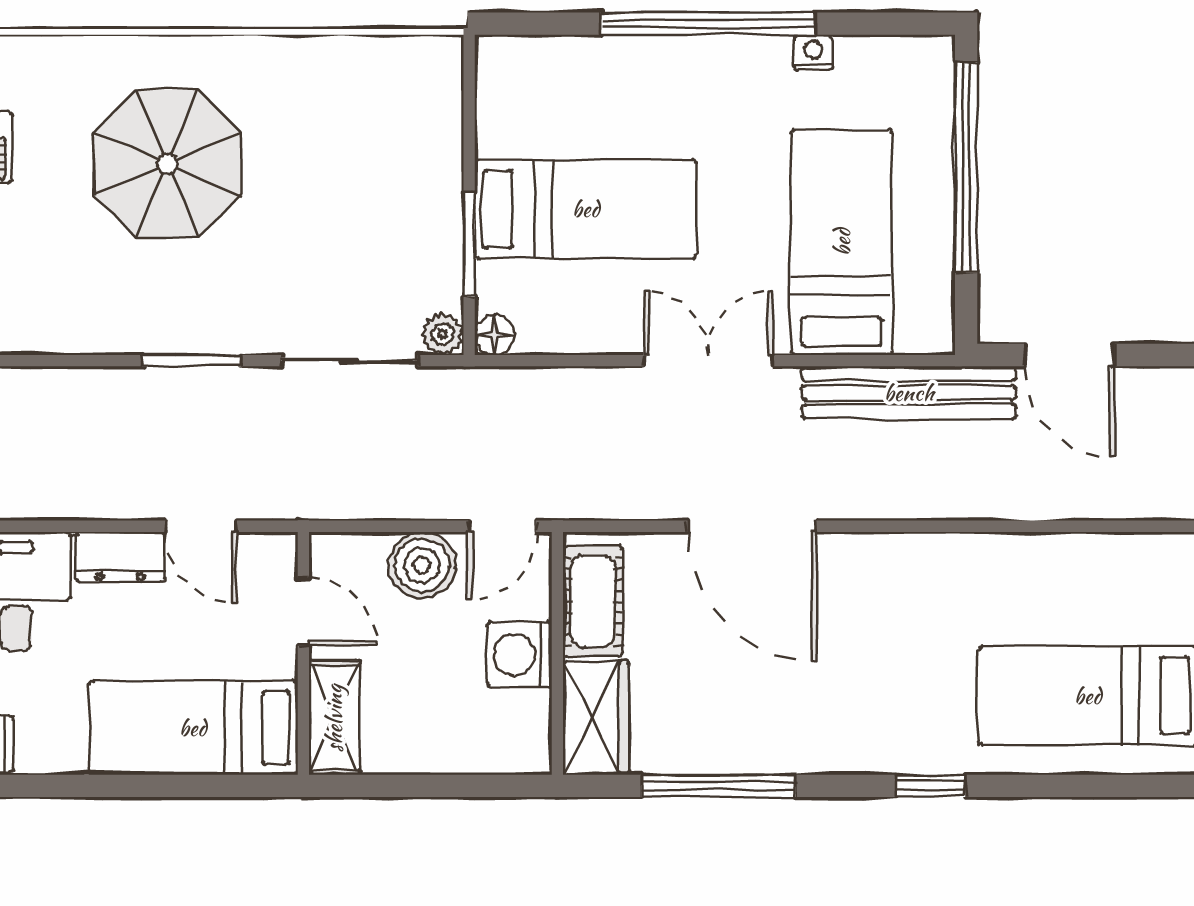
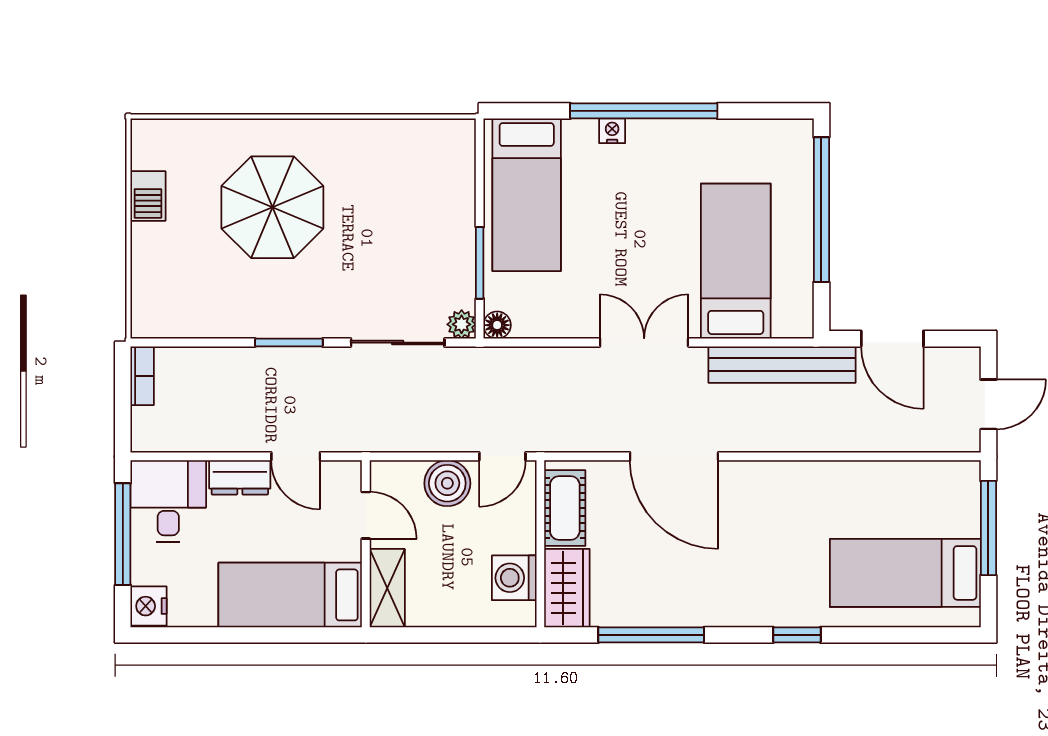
nightstand: (813, 53) -> (612, 131), moved
bed: (586, 209) -> (527, 195), moved, turned 90
washing machine: (519, 655) -> (514, 578), moved

